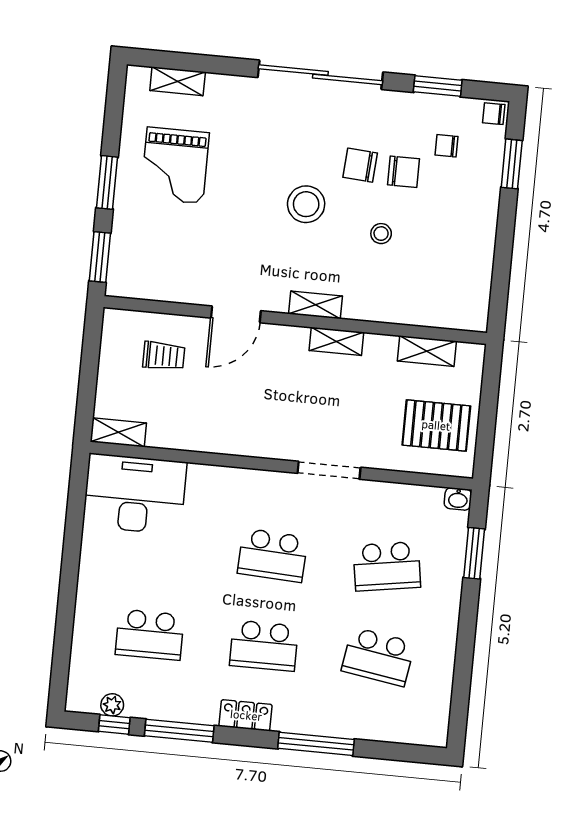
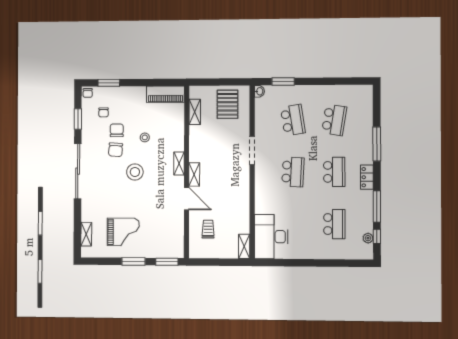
piano: (473, 289) -> (165, 94), added
shelving: (336, 341) -> (194, 174), moved

